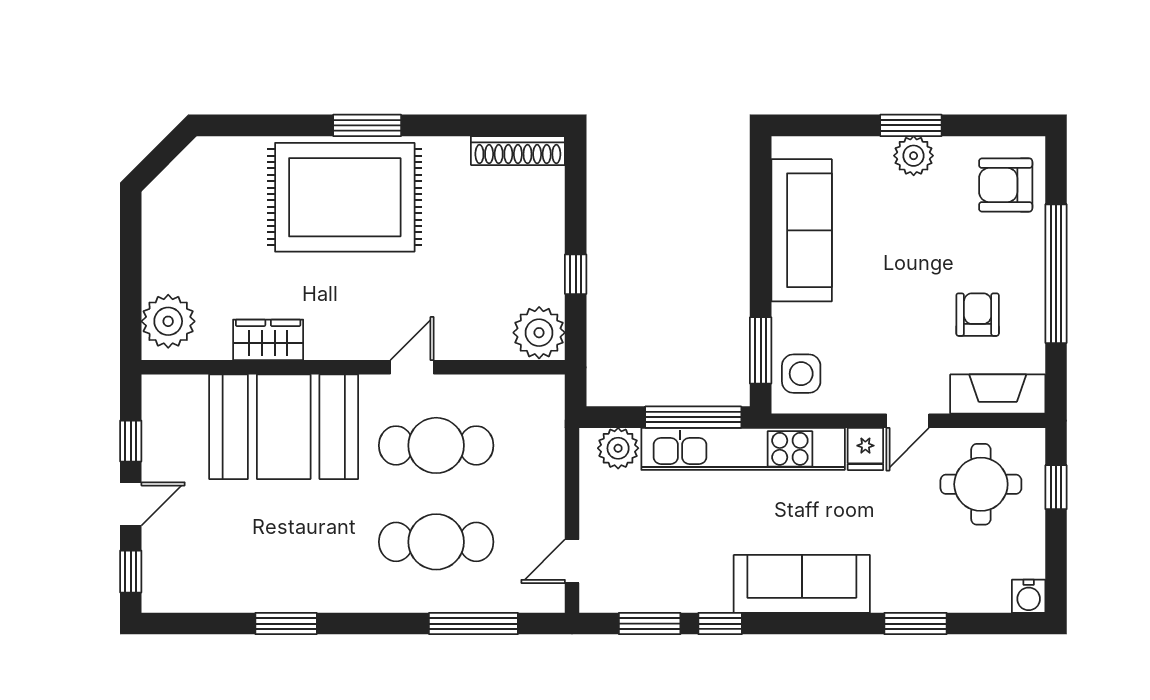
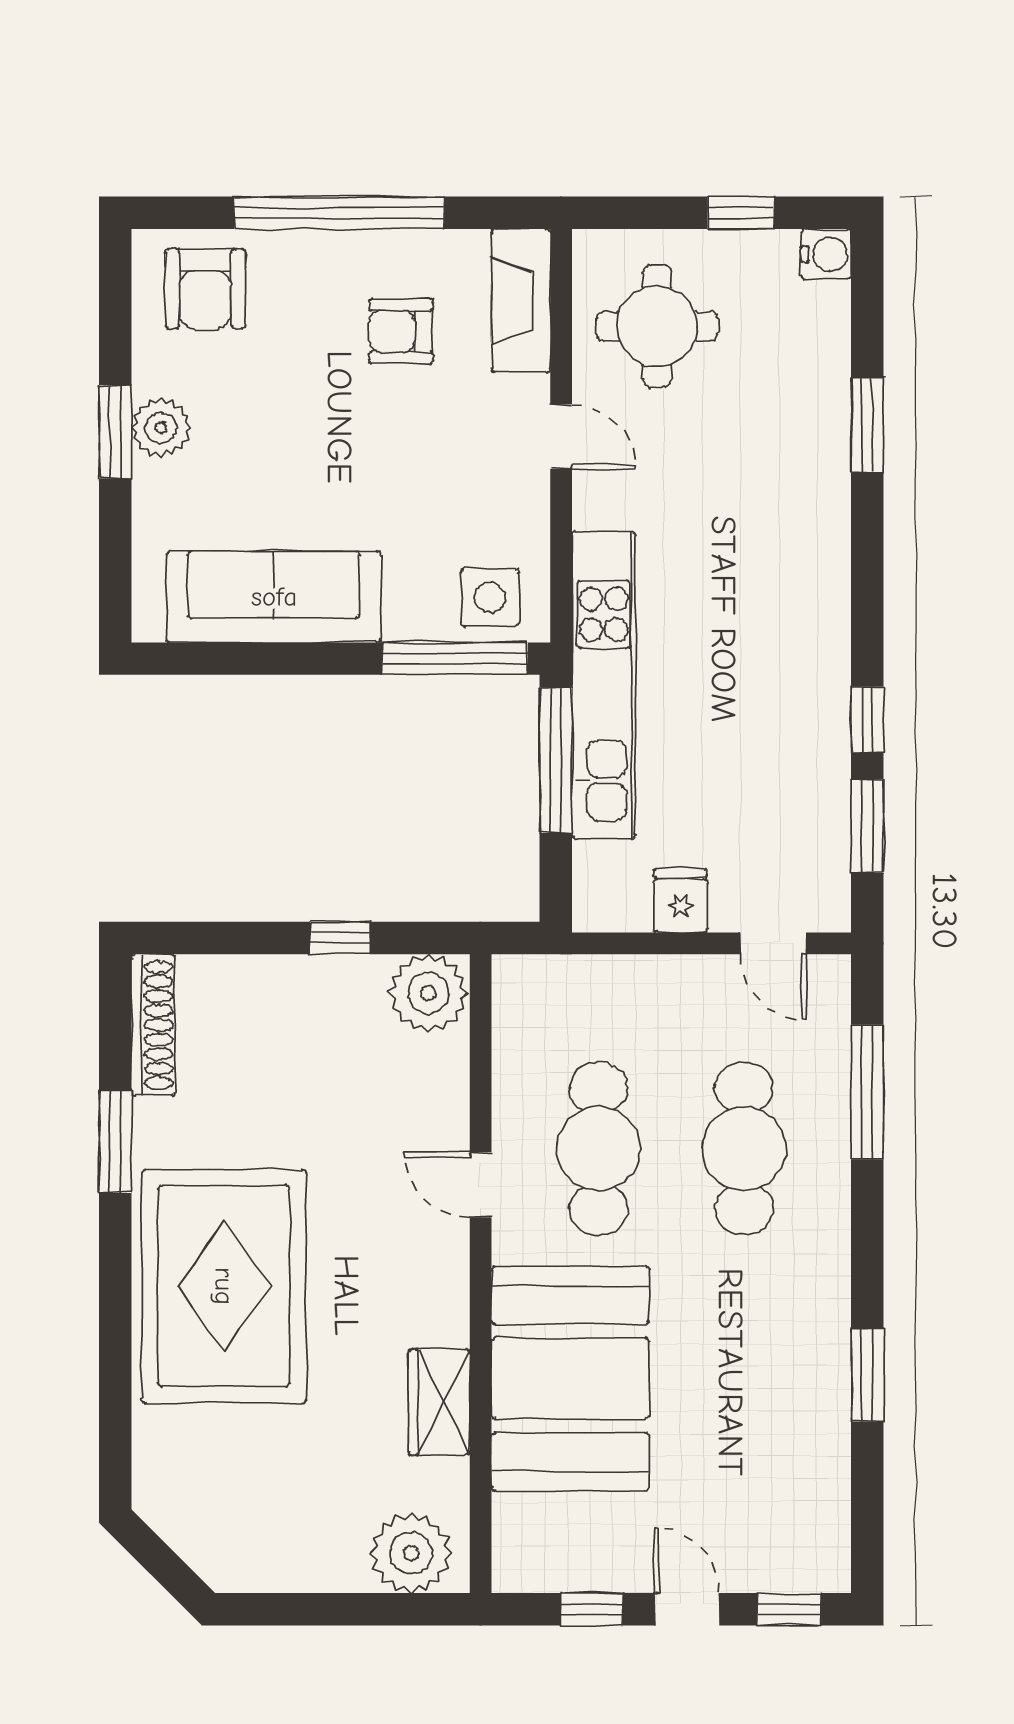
window: (367, 125) -> (115, 1141), moved
window: (761, 350) -> (455, 659), width x1.44
plant: (618, 448) -> (603, 874), removed
fridge: (865, 449) -> (681, 901), moved, turned -90
window: (1056, 487) -> (741, 213), moved
sofa: (802, 584) -> (808, 597), removed

